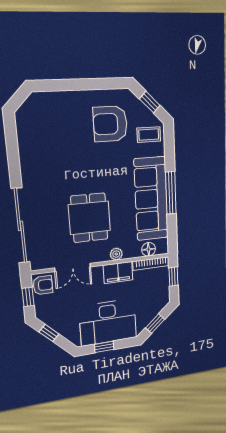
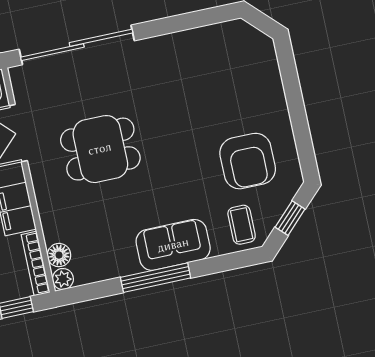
armchair: (110, 124) -> (248, 161), turned 180
sofa: (151, 199) -> (173, 245), width x0.54, depth x0.79
plant: (116, 254) -> (63, 279), moved

